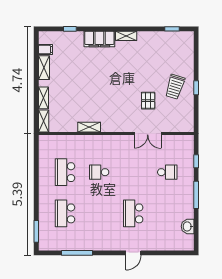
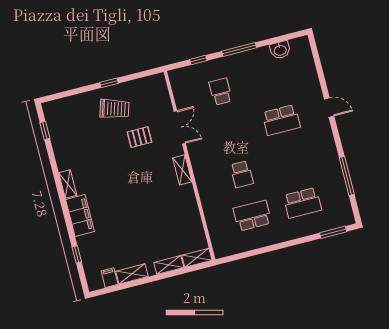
shelving: (89, 127) -> (182, 170), moved
school desk: (65, 172) -> (252, 216), turned 180

